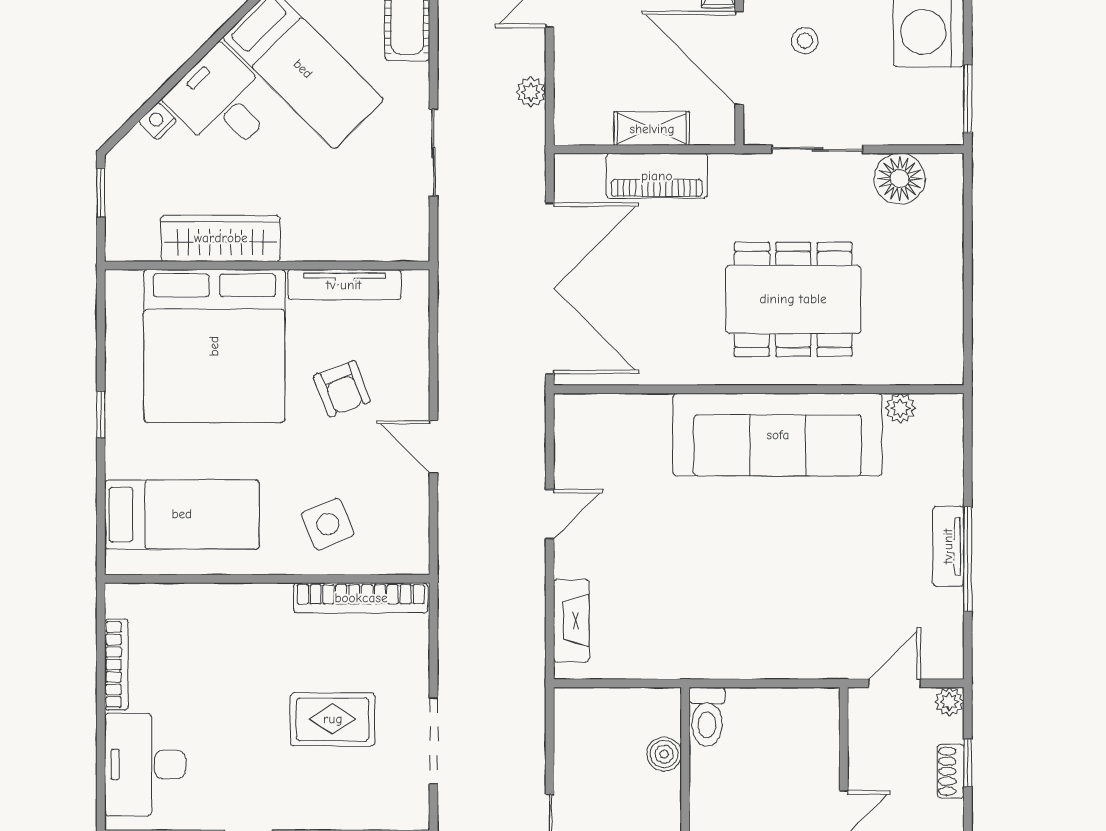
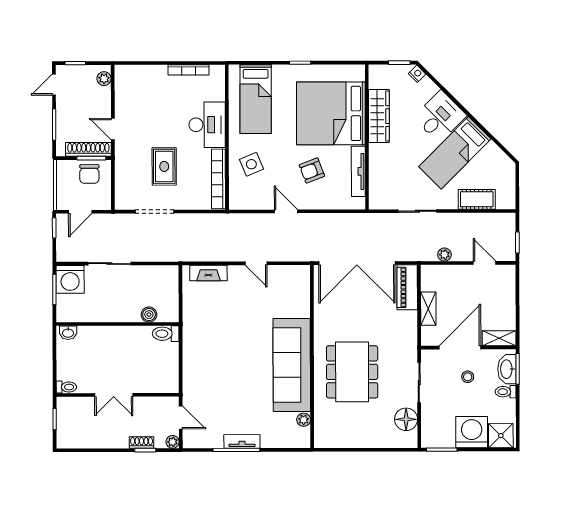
nightstand: (158, 121) -> (417, 74), moved
piano: (657, 176) -> (407, 287), moved
door: (434, 447) -> (286, 211), hinge flipped
desk: (145, 765) -> (207, 125), moved, turned 90

